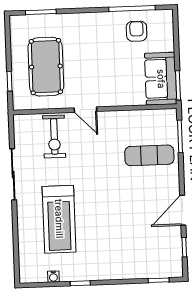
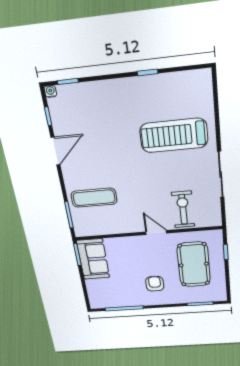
armchair: (137, 31) -> (155, 284), moved, turned 180
treadmill: (59, 219) -> (174, 136), turned -90
water cooler: (53, 277) -> (50, 91), moved

